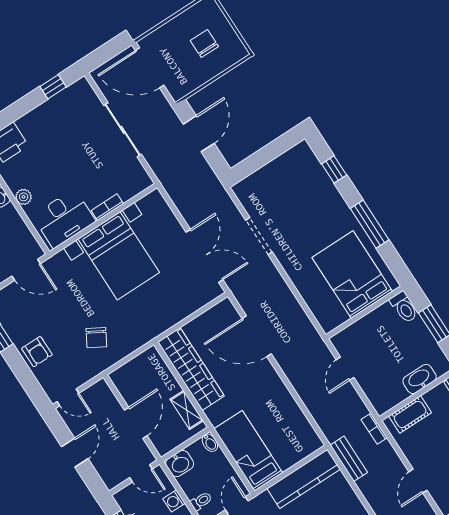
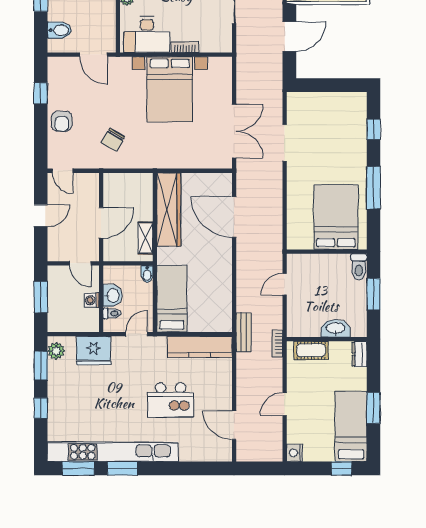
bench: (349, 459) -> (244, 332), moved
washbasin: (180, 463) -> (113, 295), moved, turned -90

